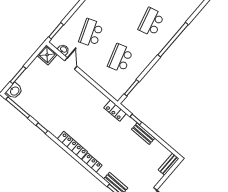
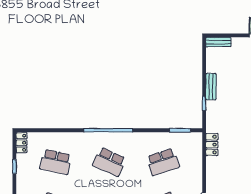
school desk: (151, 22) -> (109, 162), turned 39
locker: (115, 111) -> (212, 145), moved

